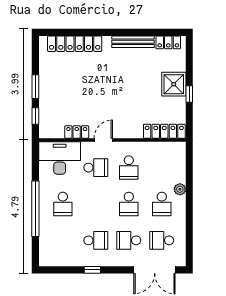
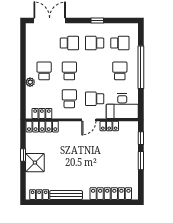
locker: (165, 148) -> (42, 113), added
school desk: (162, 240) -> (120, 43), moved

